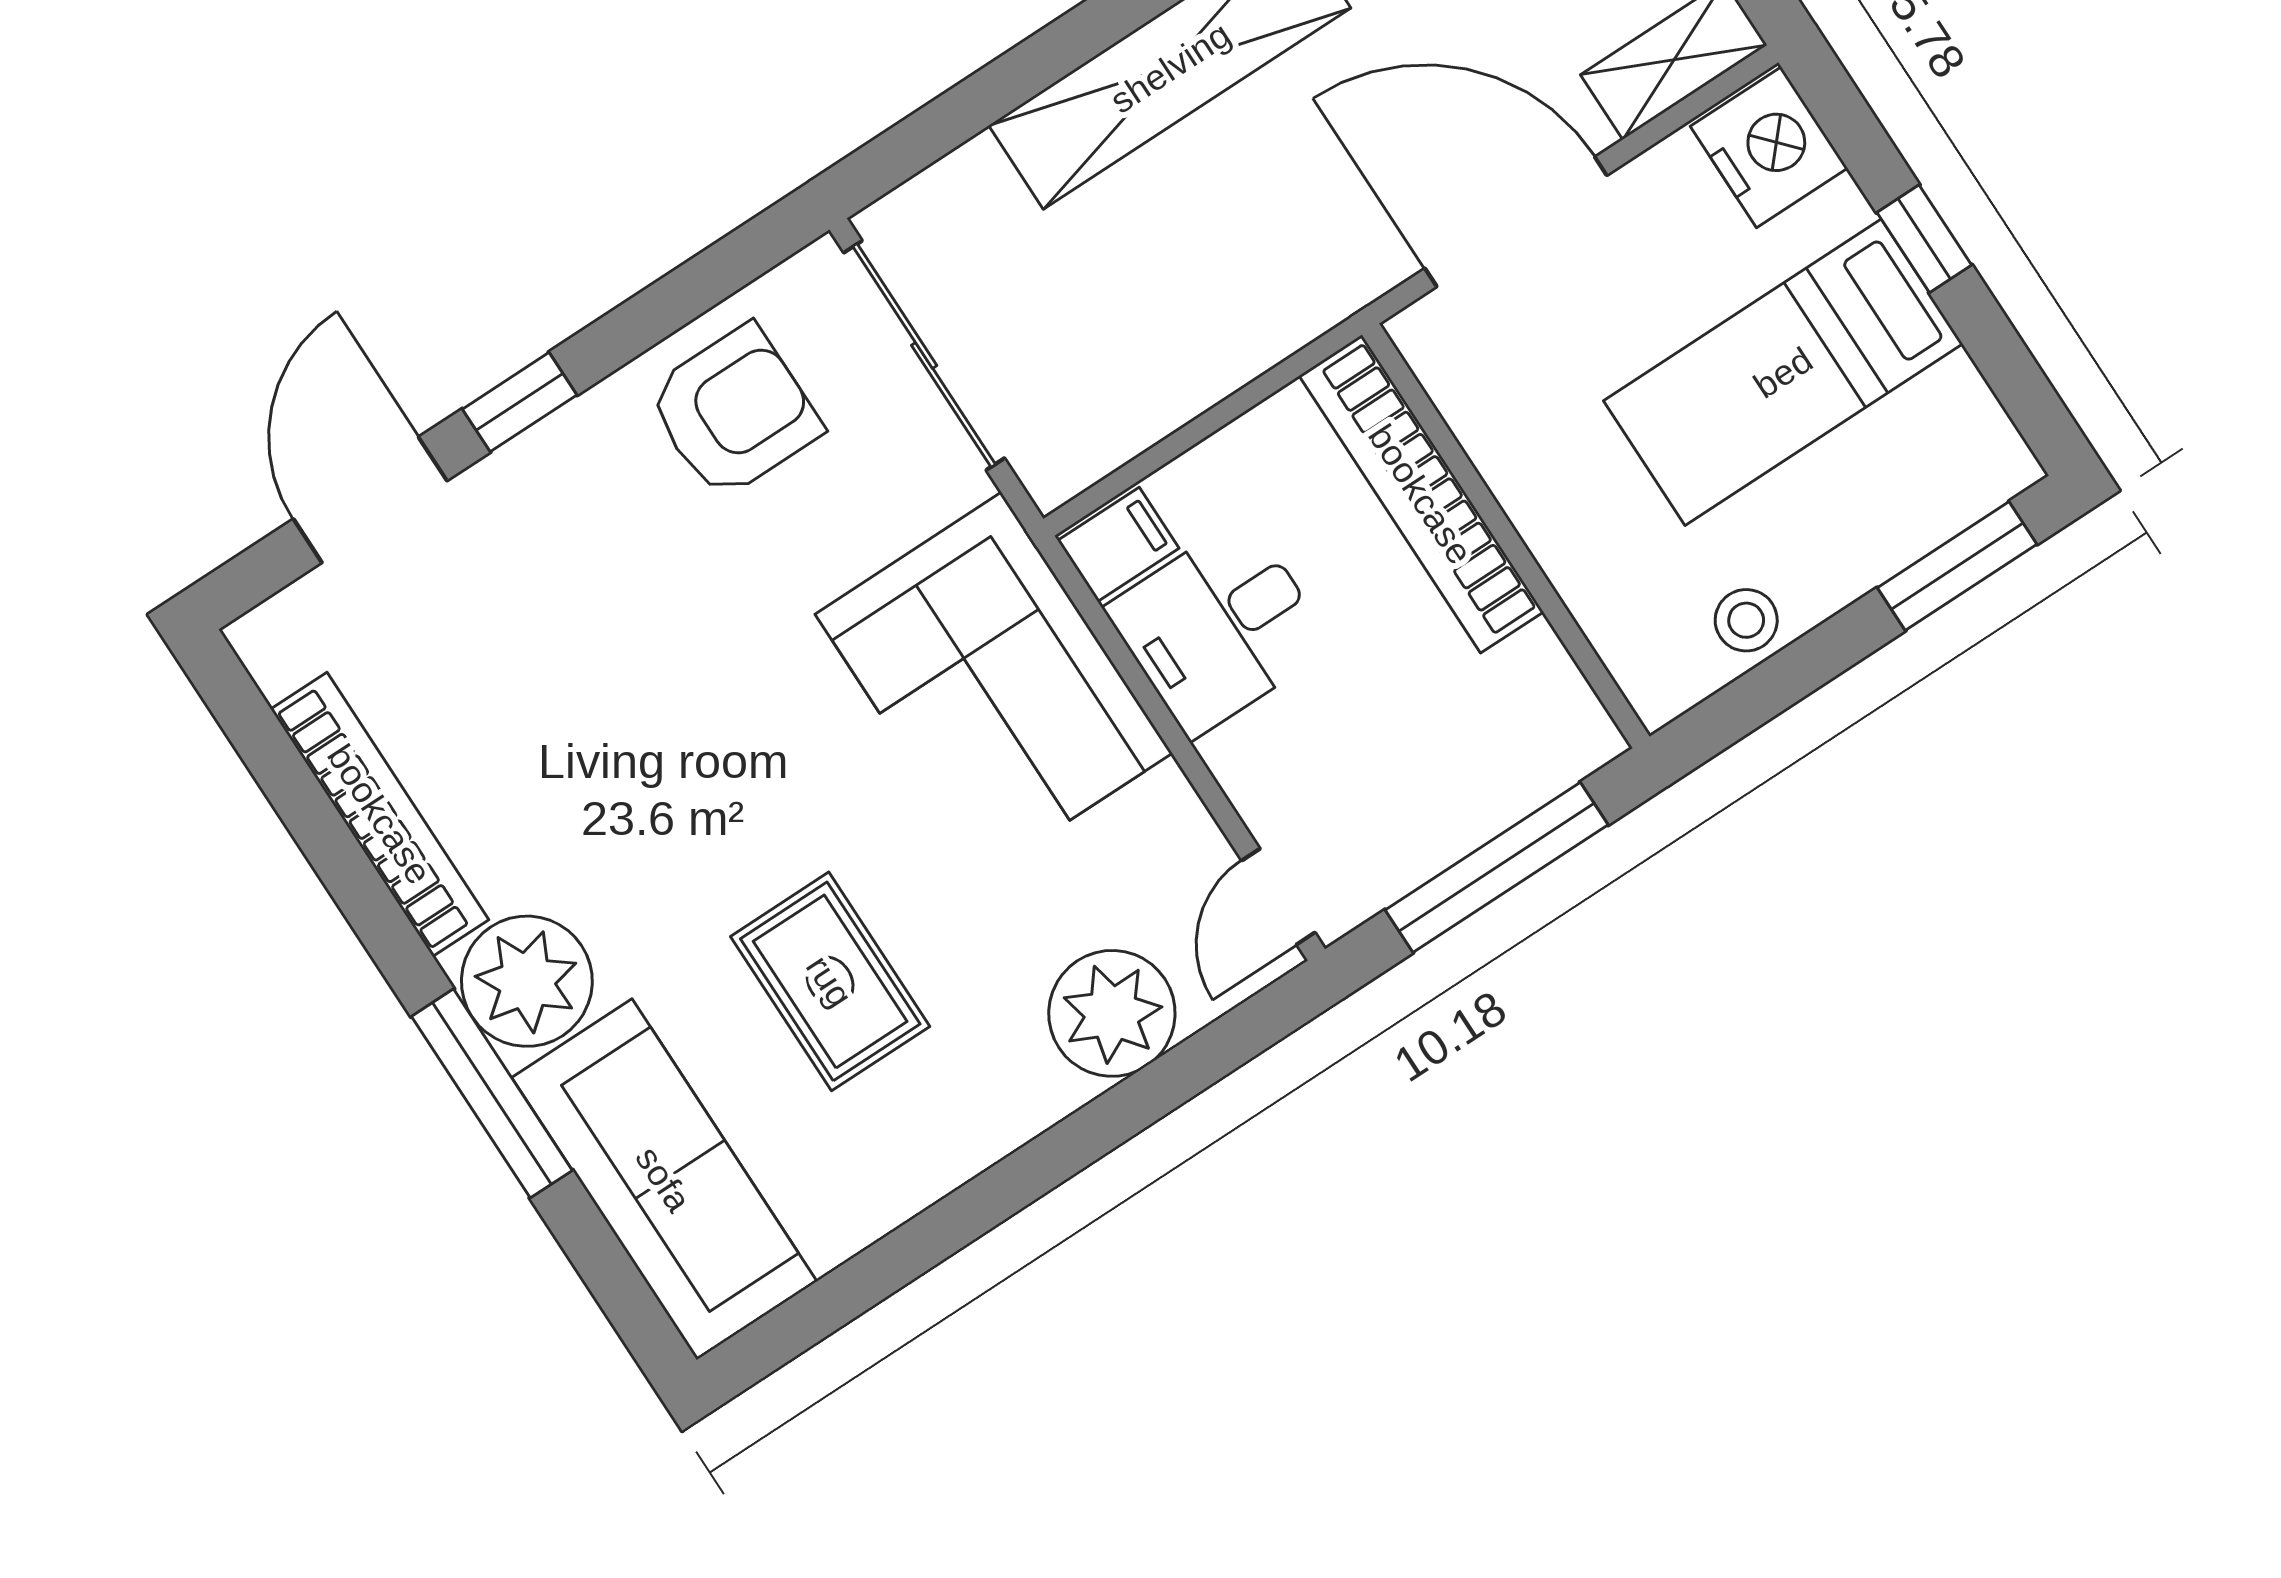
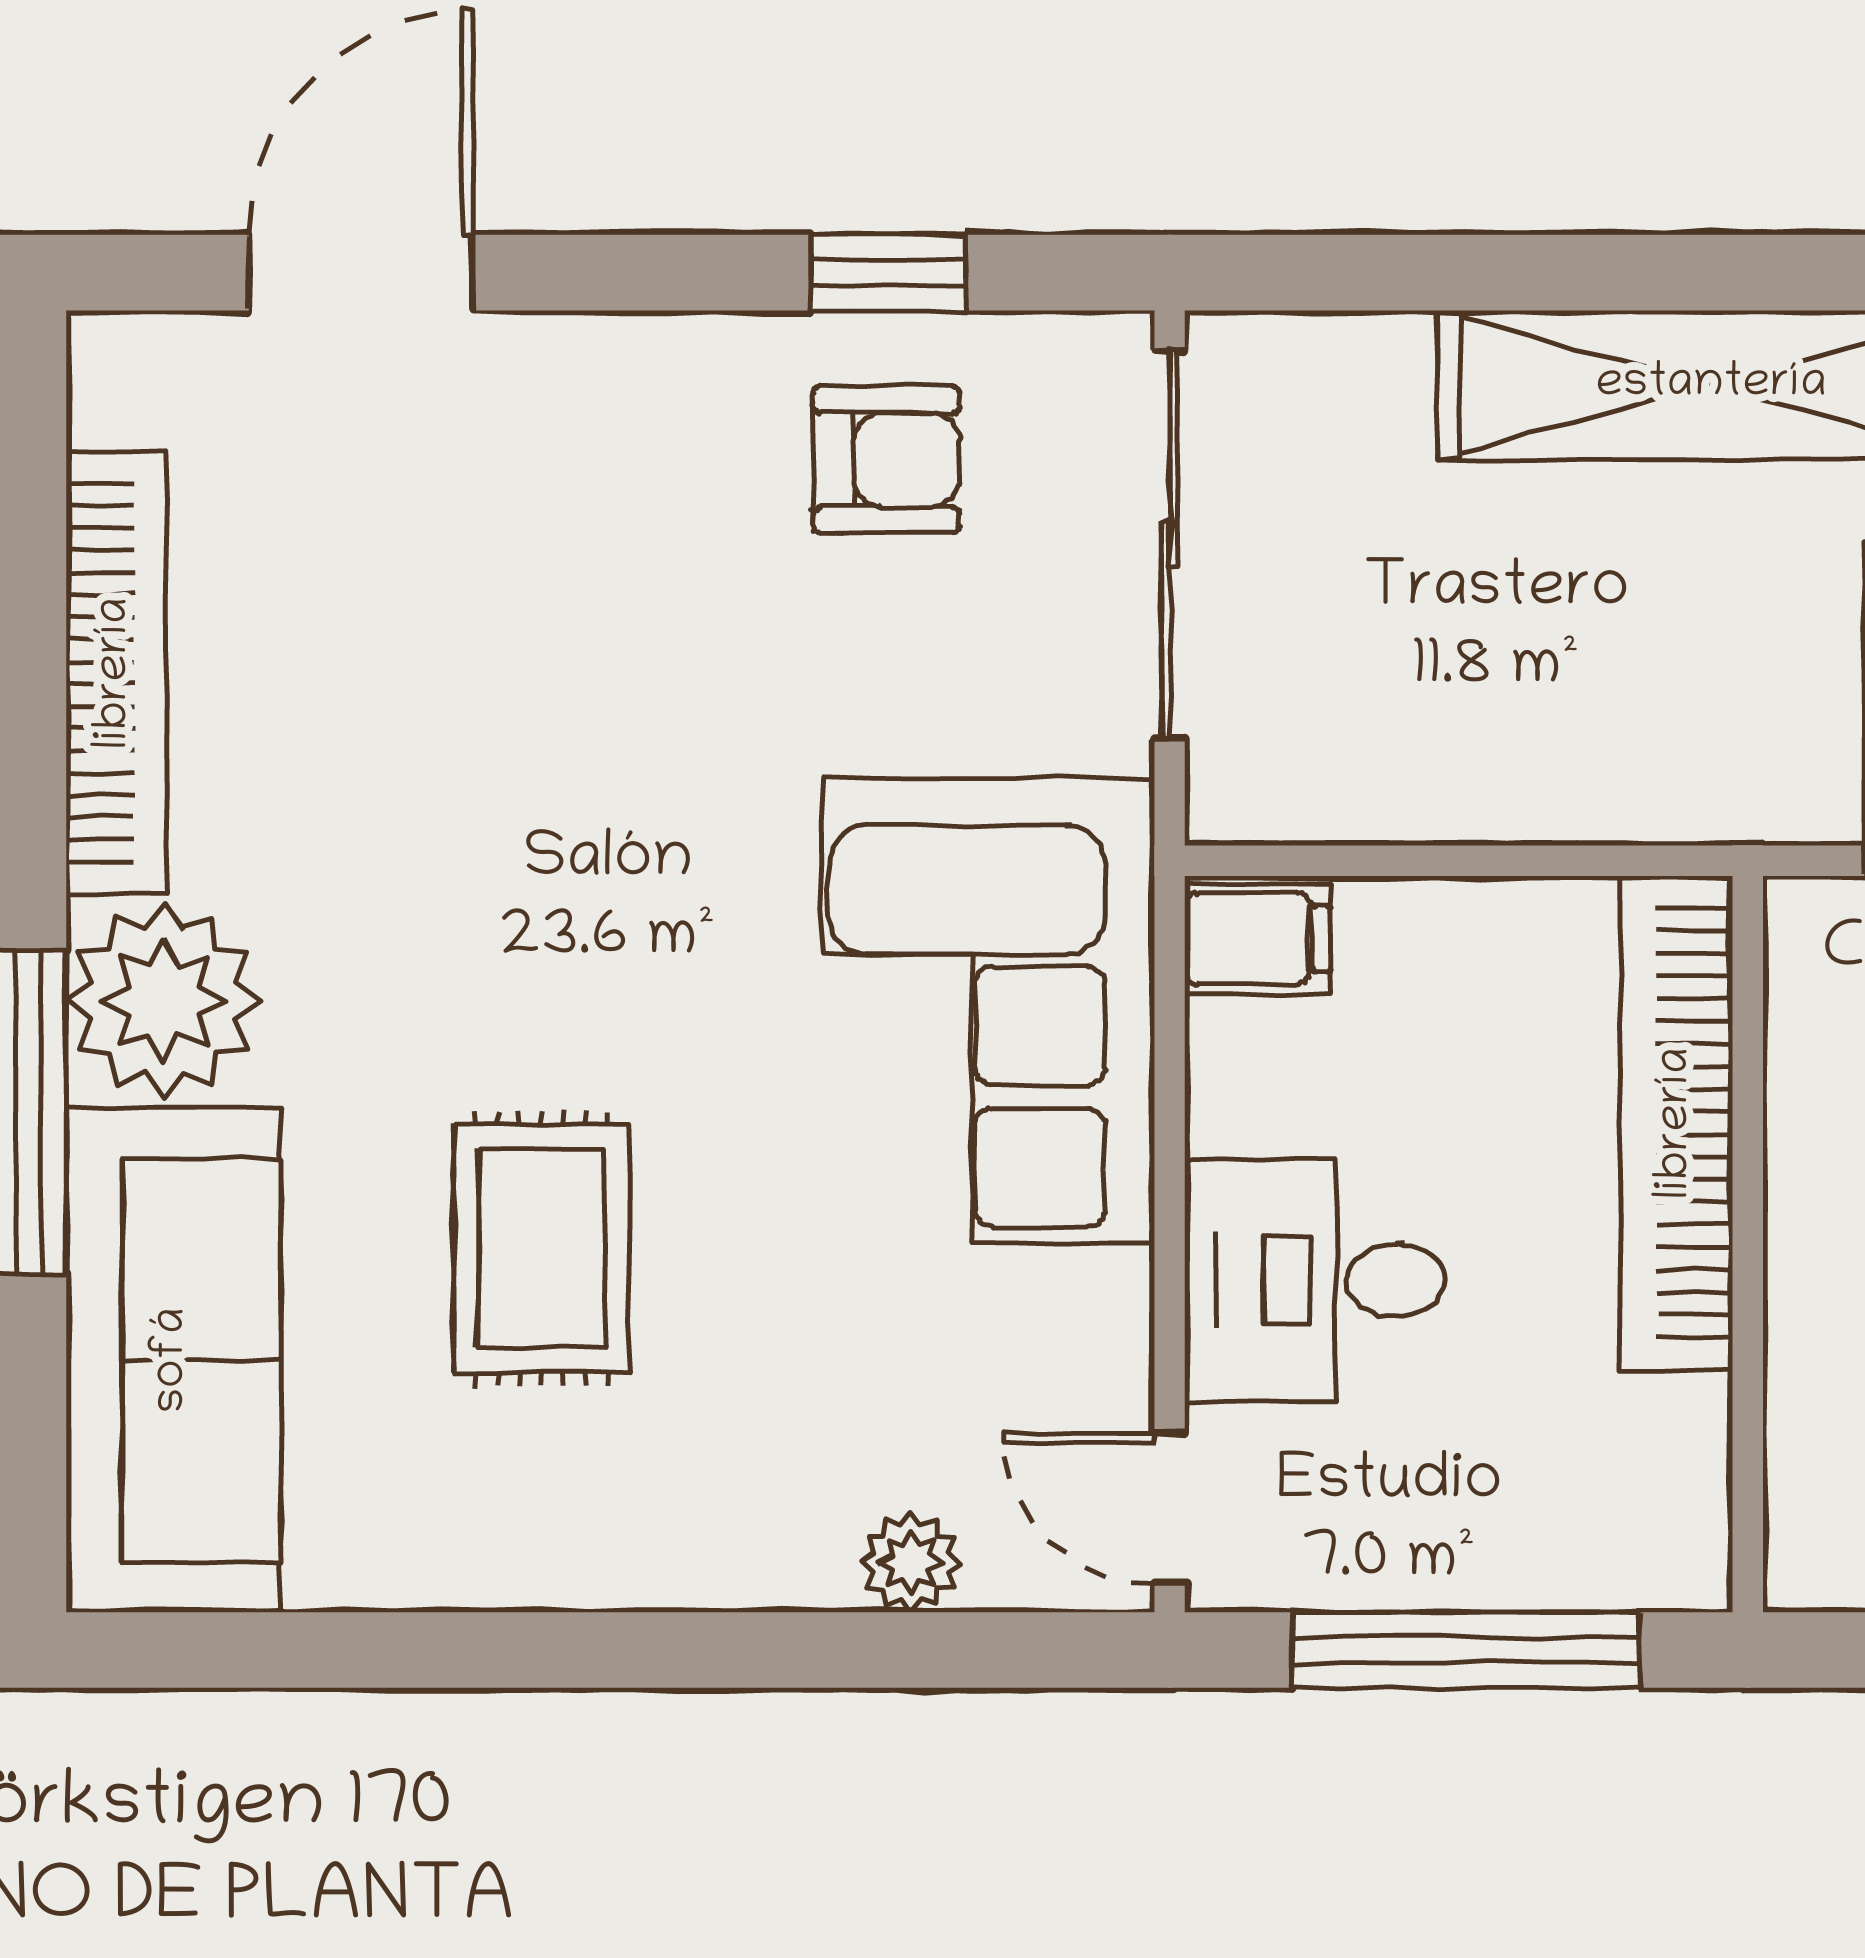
window: (520, 402) -> (888, 273), moved
armchair: (734, 412) -> (886, 460), width x0.72, depth x0.72
desk: (1219, 627) -> (1315, 1280), moved
door: (1278, 897) -> (1170, 1508), hinge flipped
plant: (1112, 1013) -> (911, 1562), width x0.53, depth x0.53

